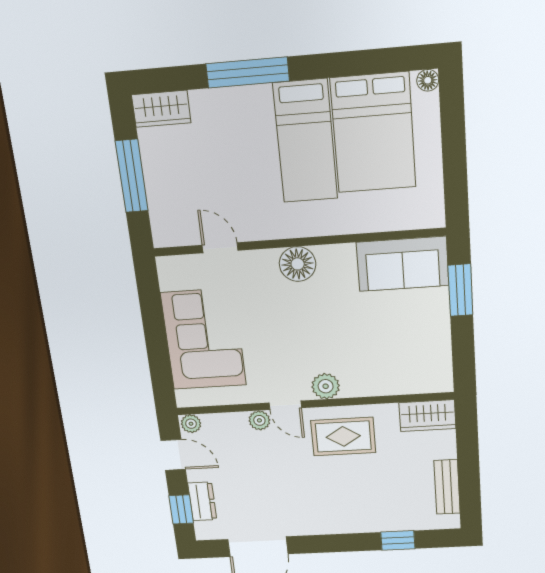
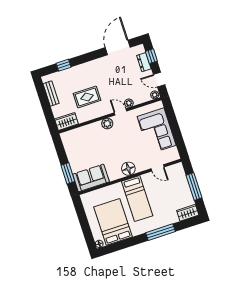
bed: (305, 141) -> (137, 199), moved, turned 180
rug: (343, 436) -> (87, 97), moved

